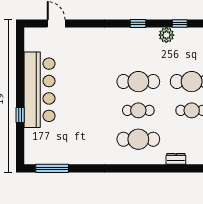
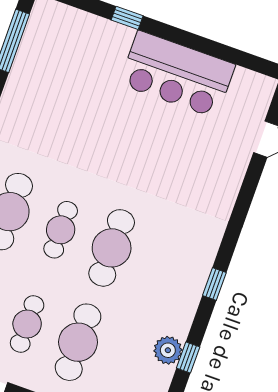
plant: (166, 35) -> (168, 350), moved
bar counter: (39, 90) -> (177, 74), width x0.73

